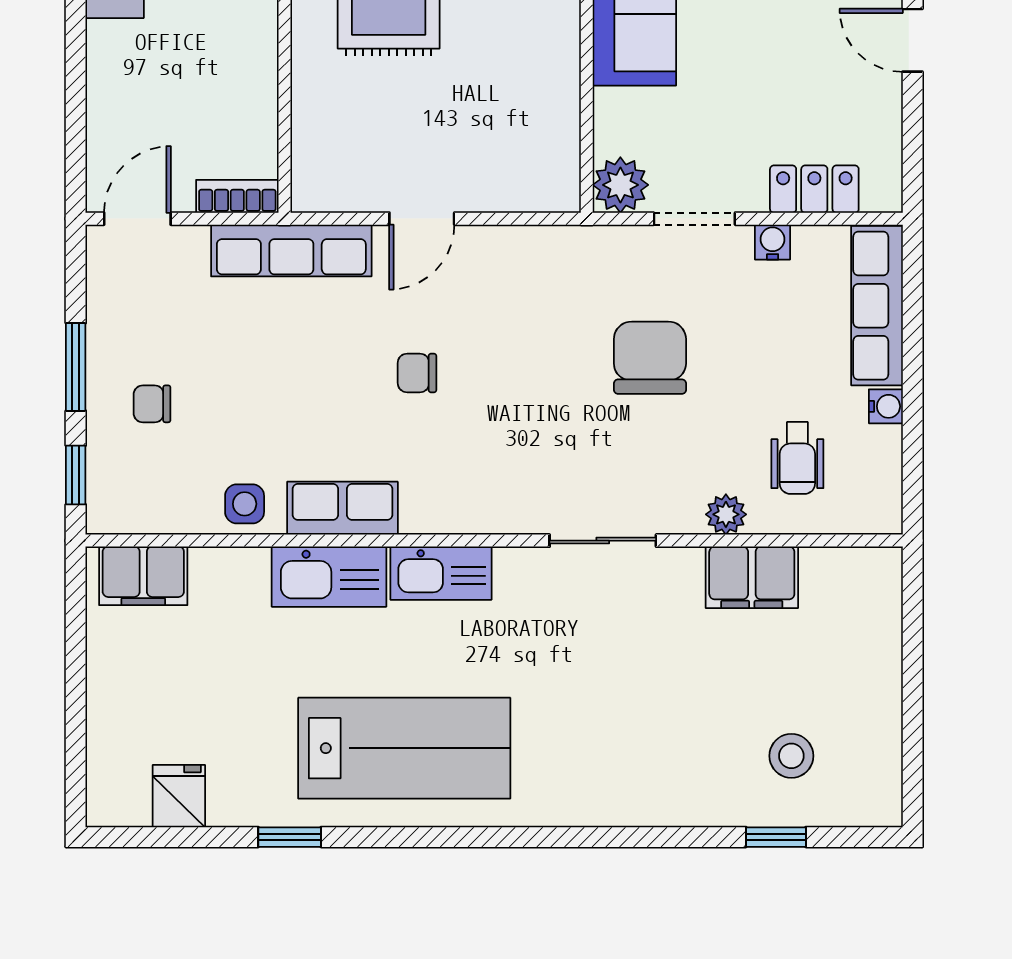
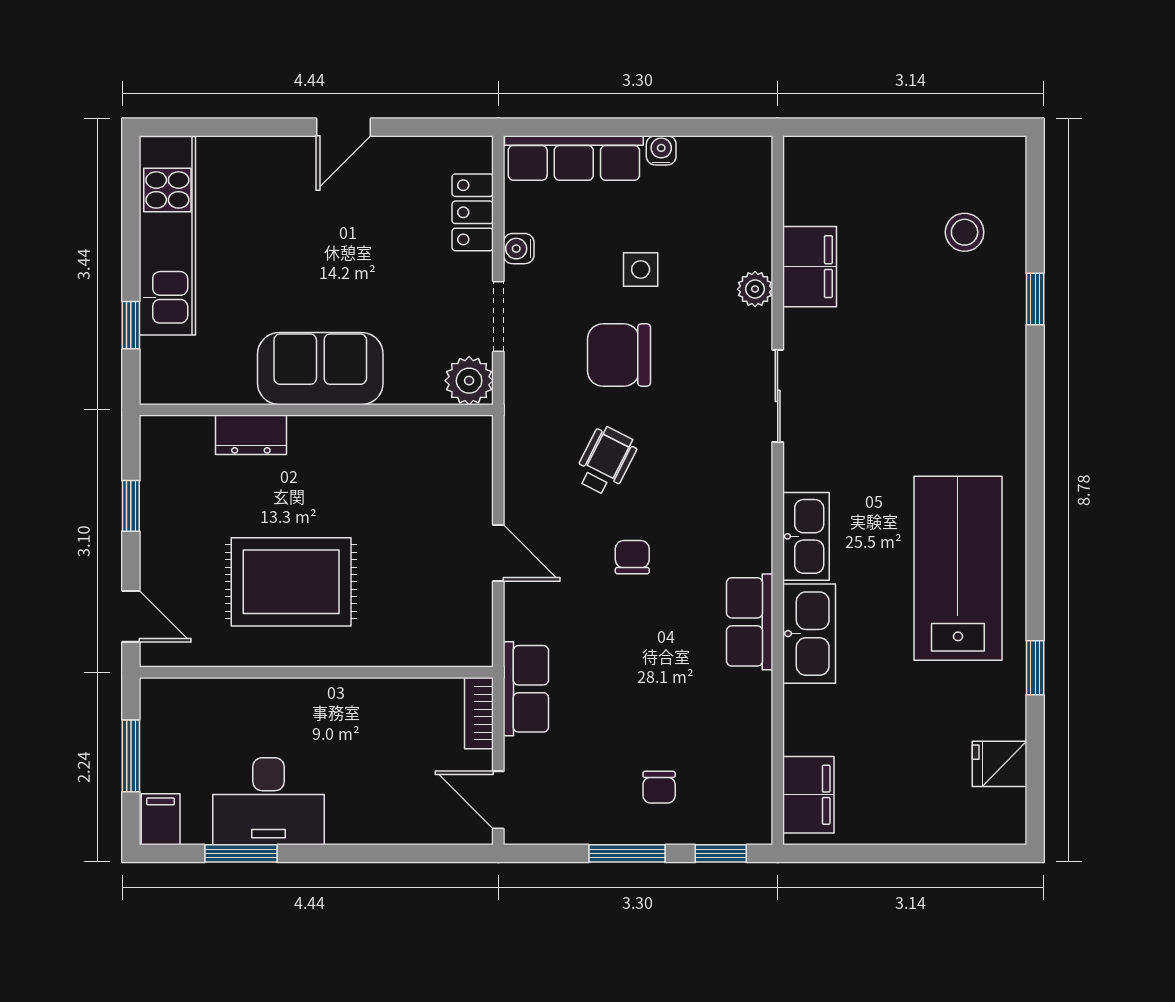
row of seats: (291, 250) -> (526, 689), width x0.68
chair: (417, 373) -> (632, 557), turned 180
wheelchair: (797, 458) -> (606, 461), moved, turned -63
side table: (245, 504) -> (641, 269), moved
window: (776, 837) -> (1035, 299), moved

